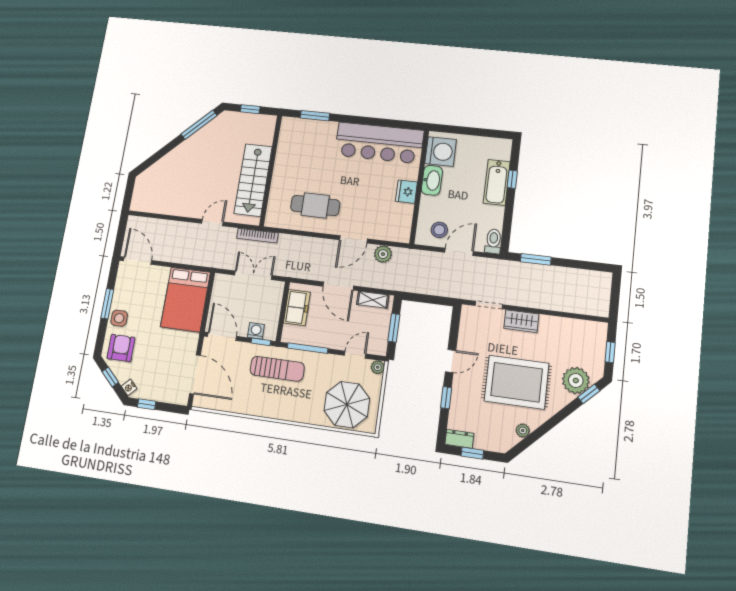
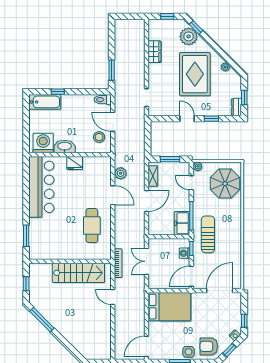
bathtub: (497, 182) -> (45, 102), moved
freezer: (297, 308) -> (182, 223), moved, turned -90
wardrobe: (521, 321) -> (154, 52), moved

